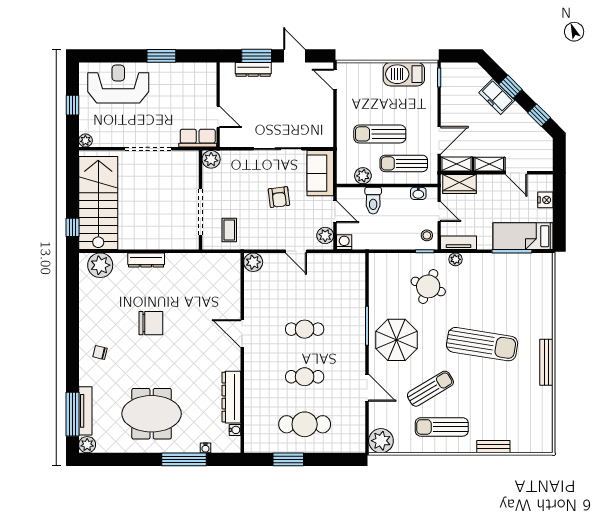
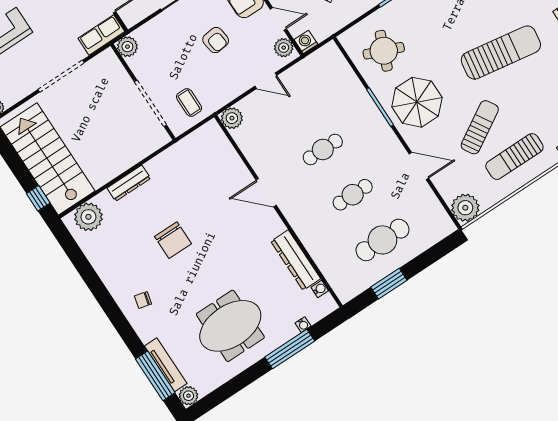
round table: (428, 286) -> (384, 51), moved
chair: (151, 323) -> (173, 240), turned 90

